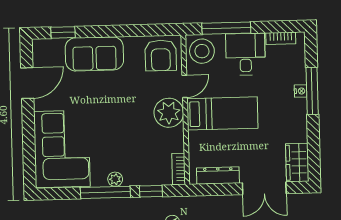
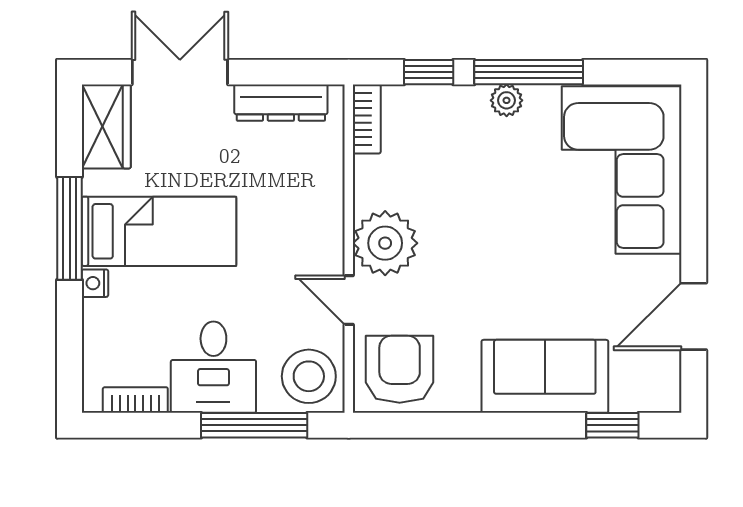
door: (185, 86) -> (349, 300), hinge flipped
window: (312, 91) -> (70, 228), moved
bed: (222, 113) -> (159, 231), moved, turned 180

